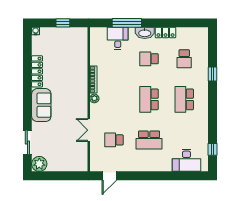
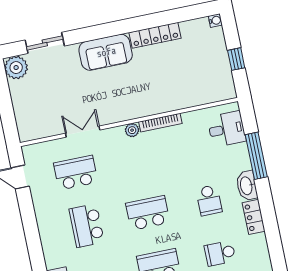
desk: (118, 38) -> (227, 129), moved
school desk: (149, 59) -> (209, 200), turned 180
school desk: (114, 140) -> (76, 173), width x1.85

